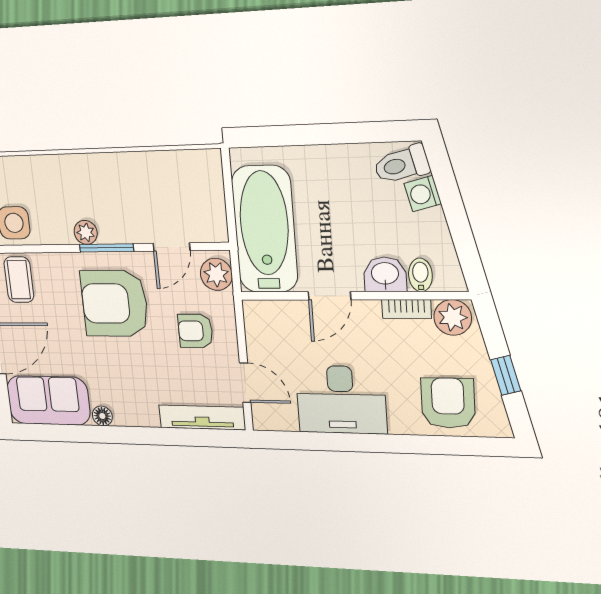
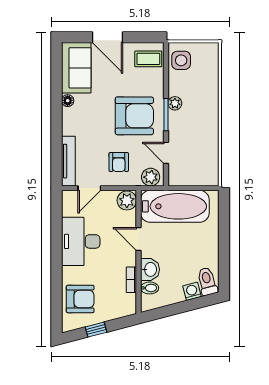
armchair: (115, 303) -> (134, 116), turned 90
plant: (453, 317) -> (127, 200), moved
armchair: (195, 331) -> (119, 162), turned 180

